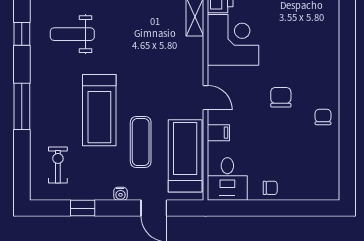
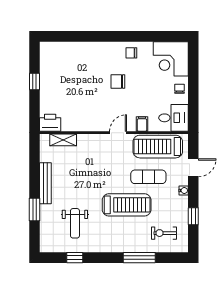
corner desk: (233, 40) -> (171, 59), moved, turned -90
window: (22, 106) -> (139, 258), moved

